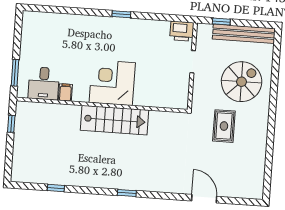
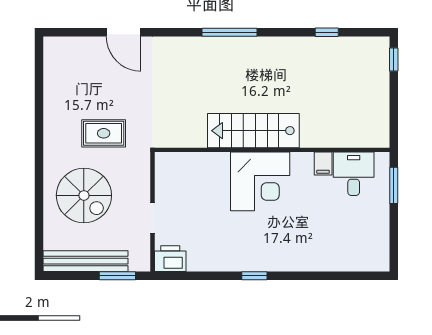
window: (221, 21) -> (117, 276), width x1.50
spiral stairs: (242, 82) -> (84, 195), turned -90
window: (11, 124) -> (394, 59), moved
rug: (224, 126) -> (104, 133), turned 90
window: (127, 193) -> (229, 32), width x2.17

